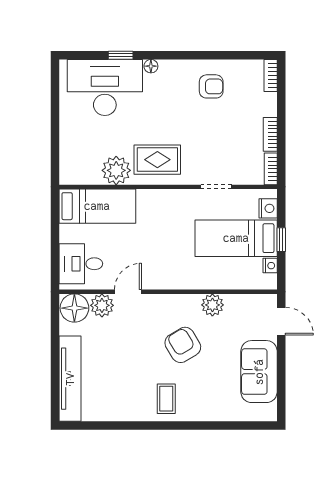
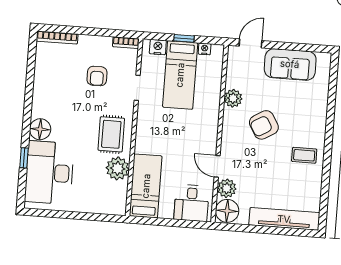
floor lamp: (151, 66) -> (40, 129), width x1.89, depth x1.89
bookcase: (271, 75) -> (57, 37), width x1.56
armchair: (211, 86) -> (97, 76), moved, turned 180
bookcase: (270, 134) -> (98, 41), removed
coffee table: (166, 399) -> (304, 155), moved

